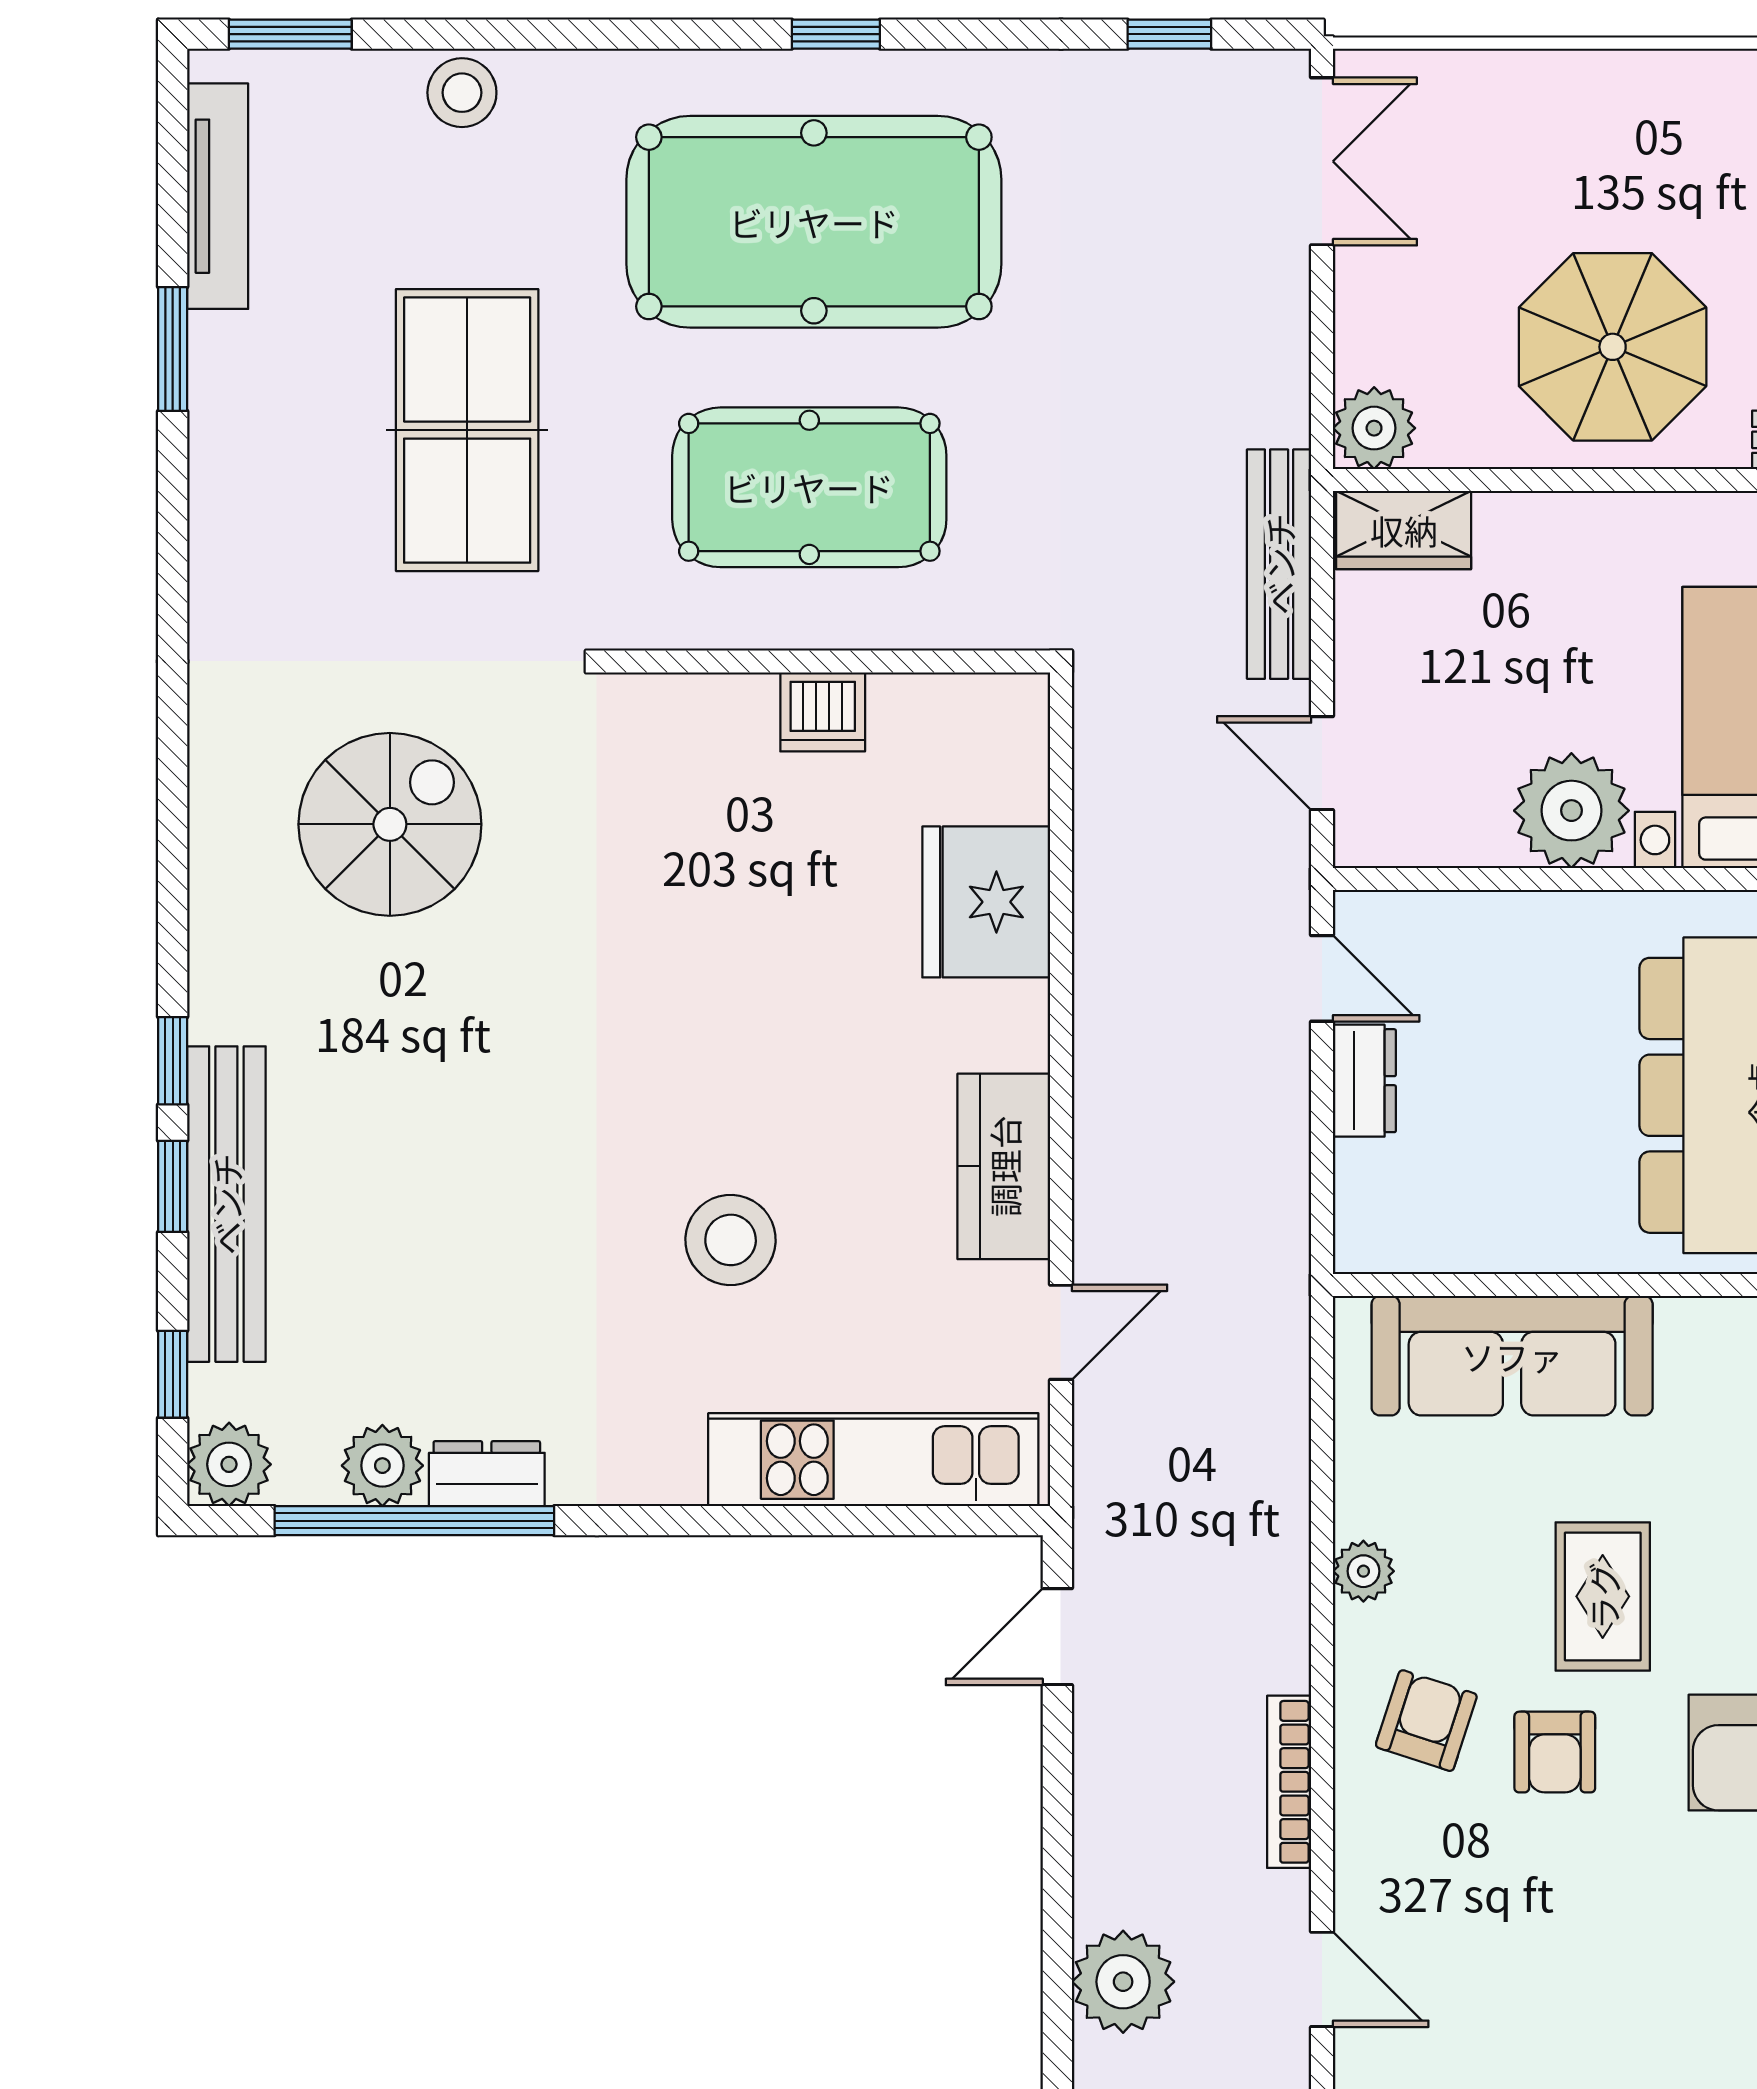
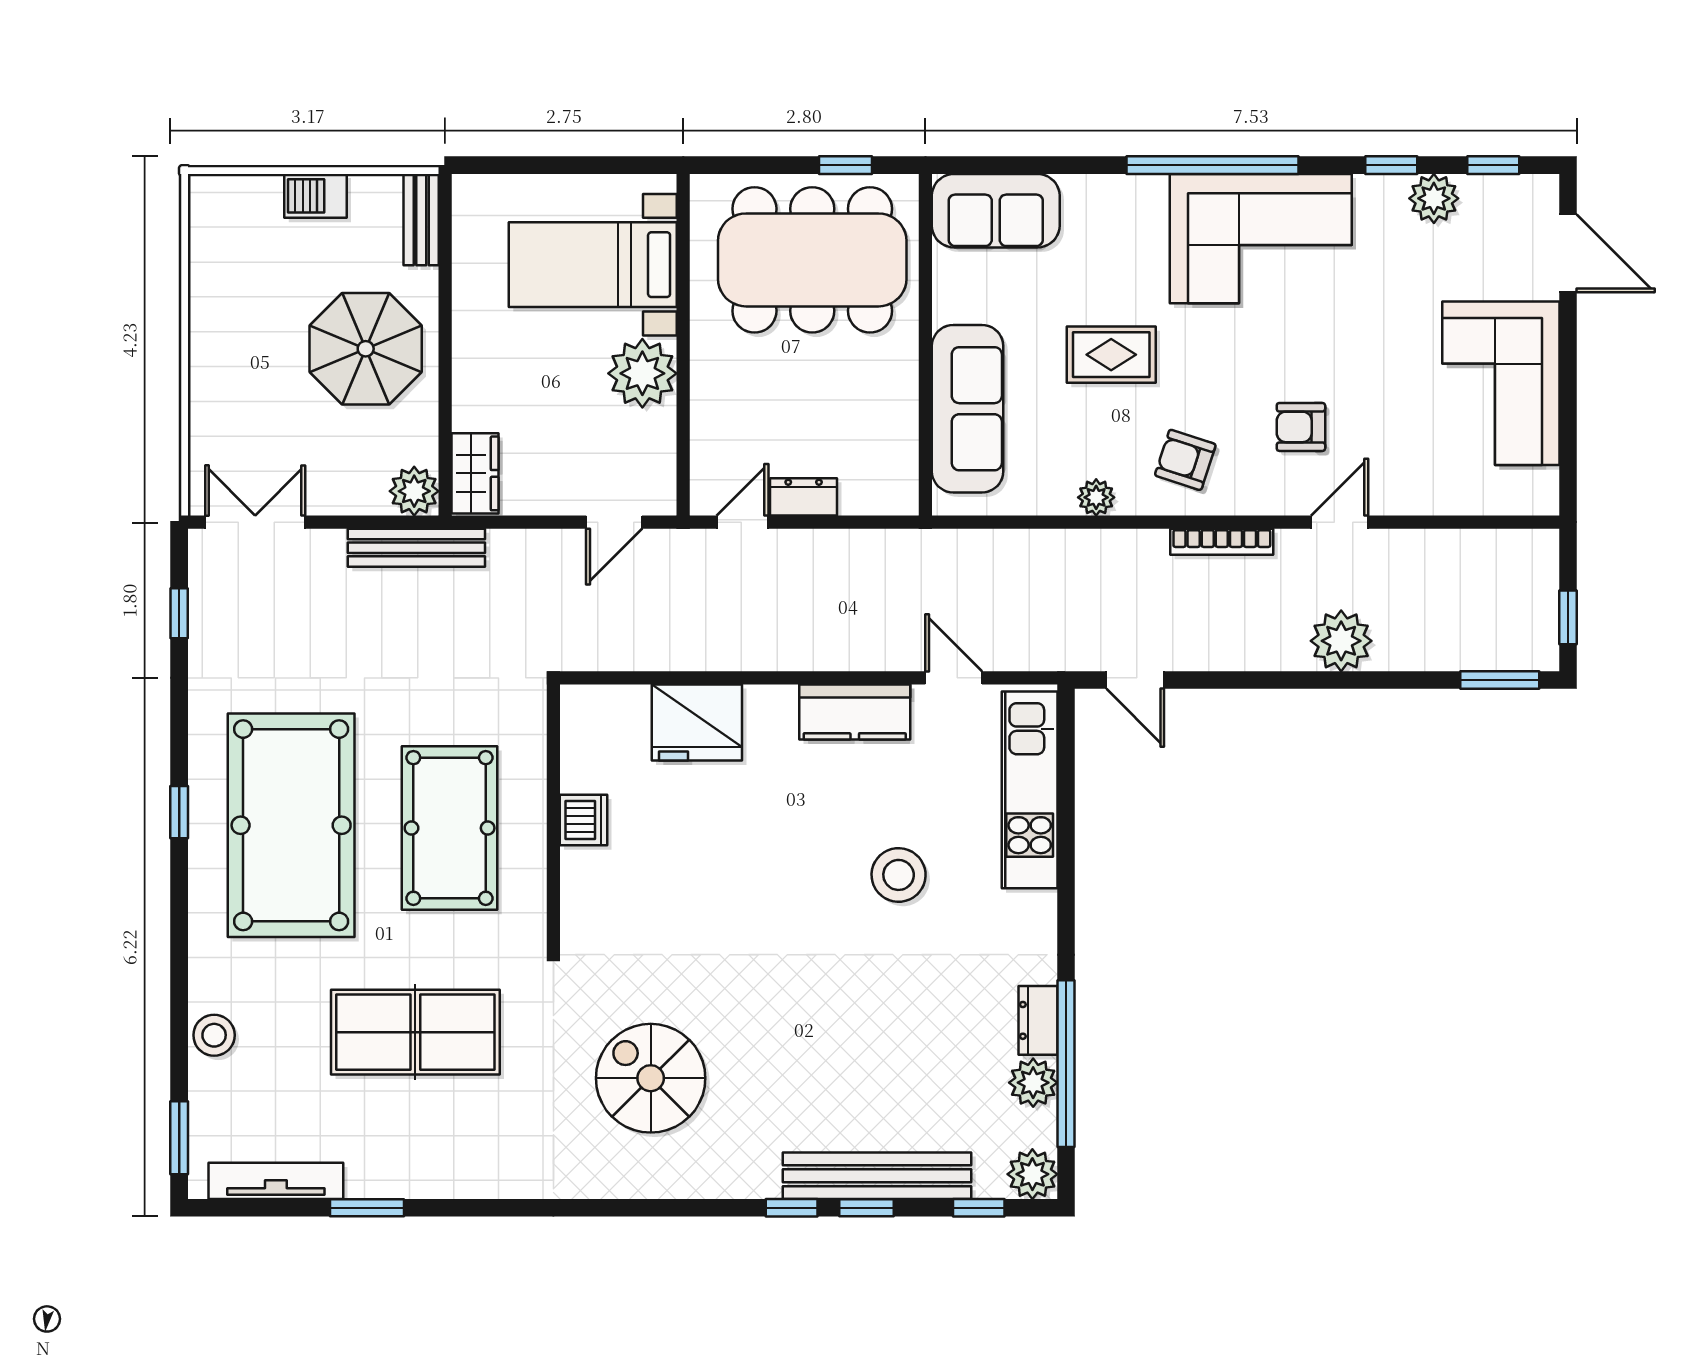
bench: (1279, 564) -> (416, 548), moved
armchair: (1555, 1752) -> (1301, 427), moved, turned 180

